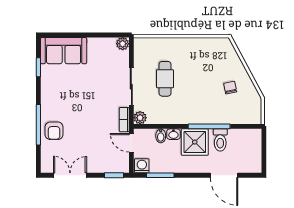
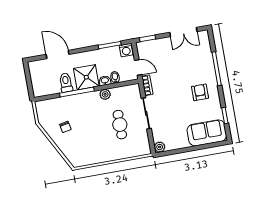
plant: (140, 118) -> (105, 94), moved
armchair: (54, 131) -> (200, 92), moved

